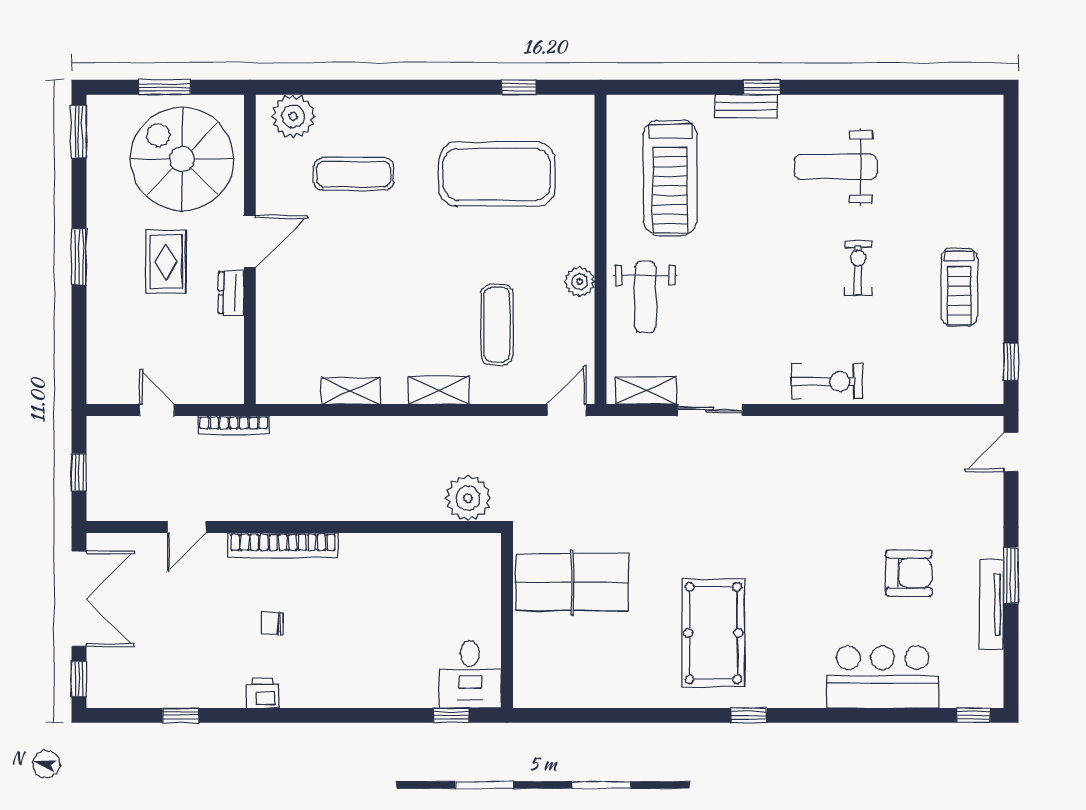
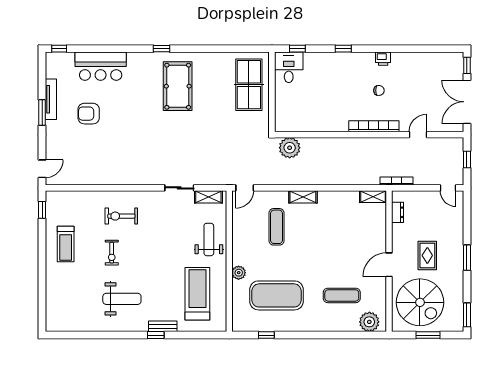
plant: (580, 282) -> (239, 273), moved
treadmill: (959, 287) -> (66, 244), turned 180
dresser: (231, 293) -> (398, 212), moved
exercise bike: (827, 381) -> (121, 216), moved
shelving: (351, 391) -> (373, 197), moved
door: (157, 410) -> (448, 188), moved
table tennis table: (572, 582) -> (249, 85), moved, turned 90
window: (181, 715) -> (343, 49), moved

